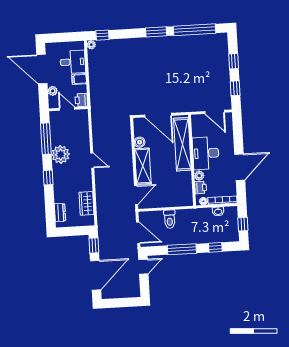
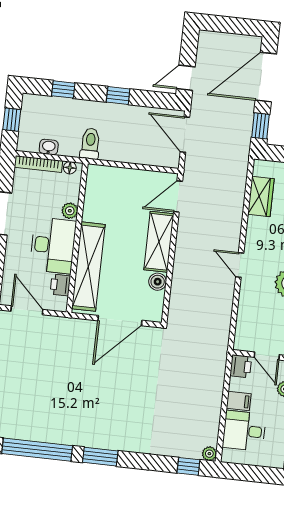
door: (158, 115) -> (120, 321), swing flipped
printer: (201, 188) -> (60, 285), moved
toilet: (170, 219) -> (90, 144), moved
window: (182, 249) -> (118, 96), width x0.46

